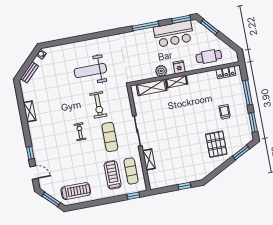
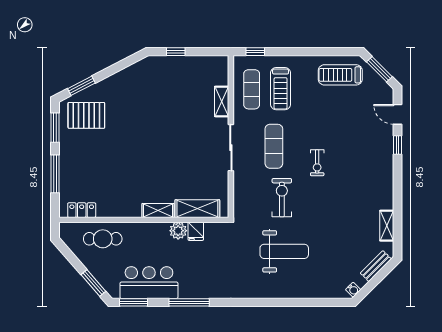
fridge: (179, 67) -> (196, 231), moved
shelving: (30, 111) -> (387, 226), moved
trolley: (225, 112) -> (95, 151), removed
pallet: (216, 144) -> (86, 115), moved, turned 90

